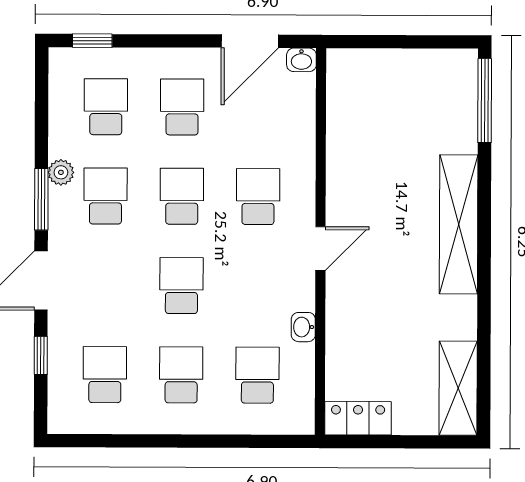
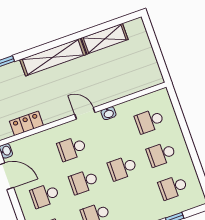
washbasin: (303, 327) -> (108, 113), moved
shelving: (458, 388) -> (105, 39), moved
locker: (358, 418) -> (26, 123), moved, turned 90

